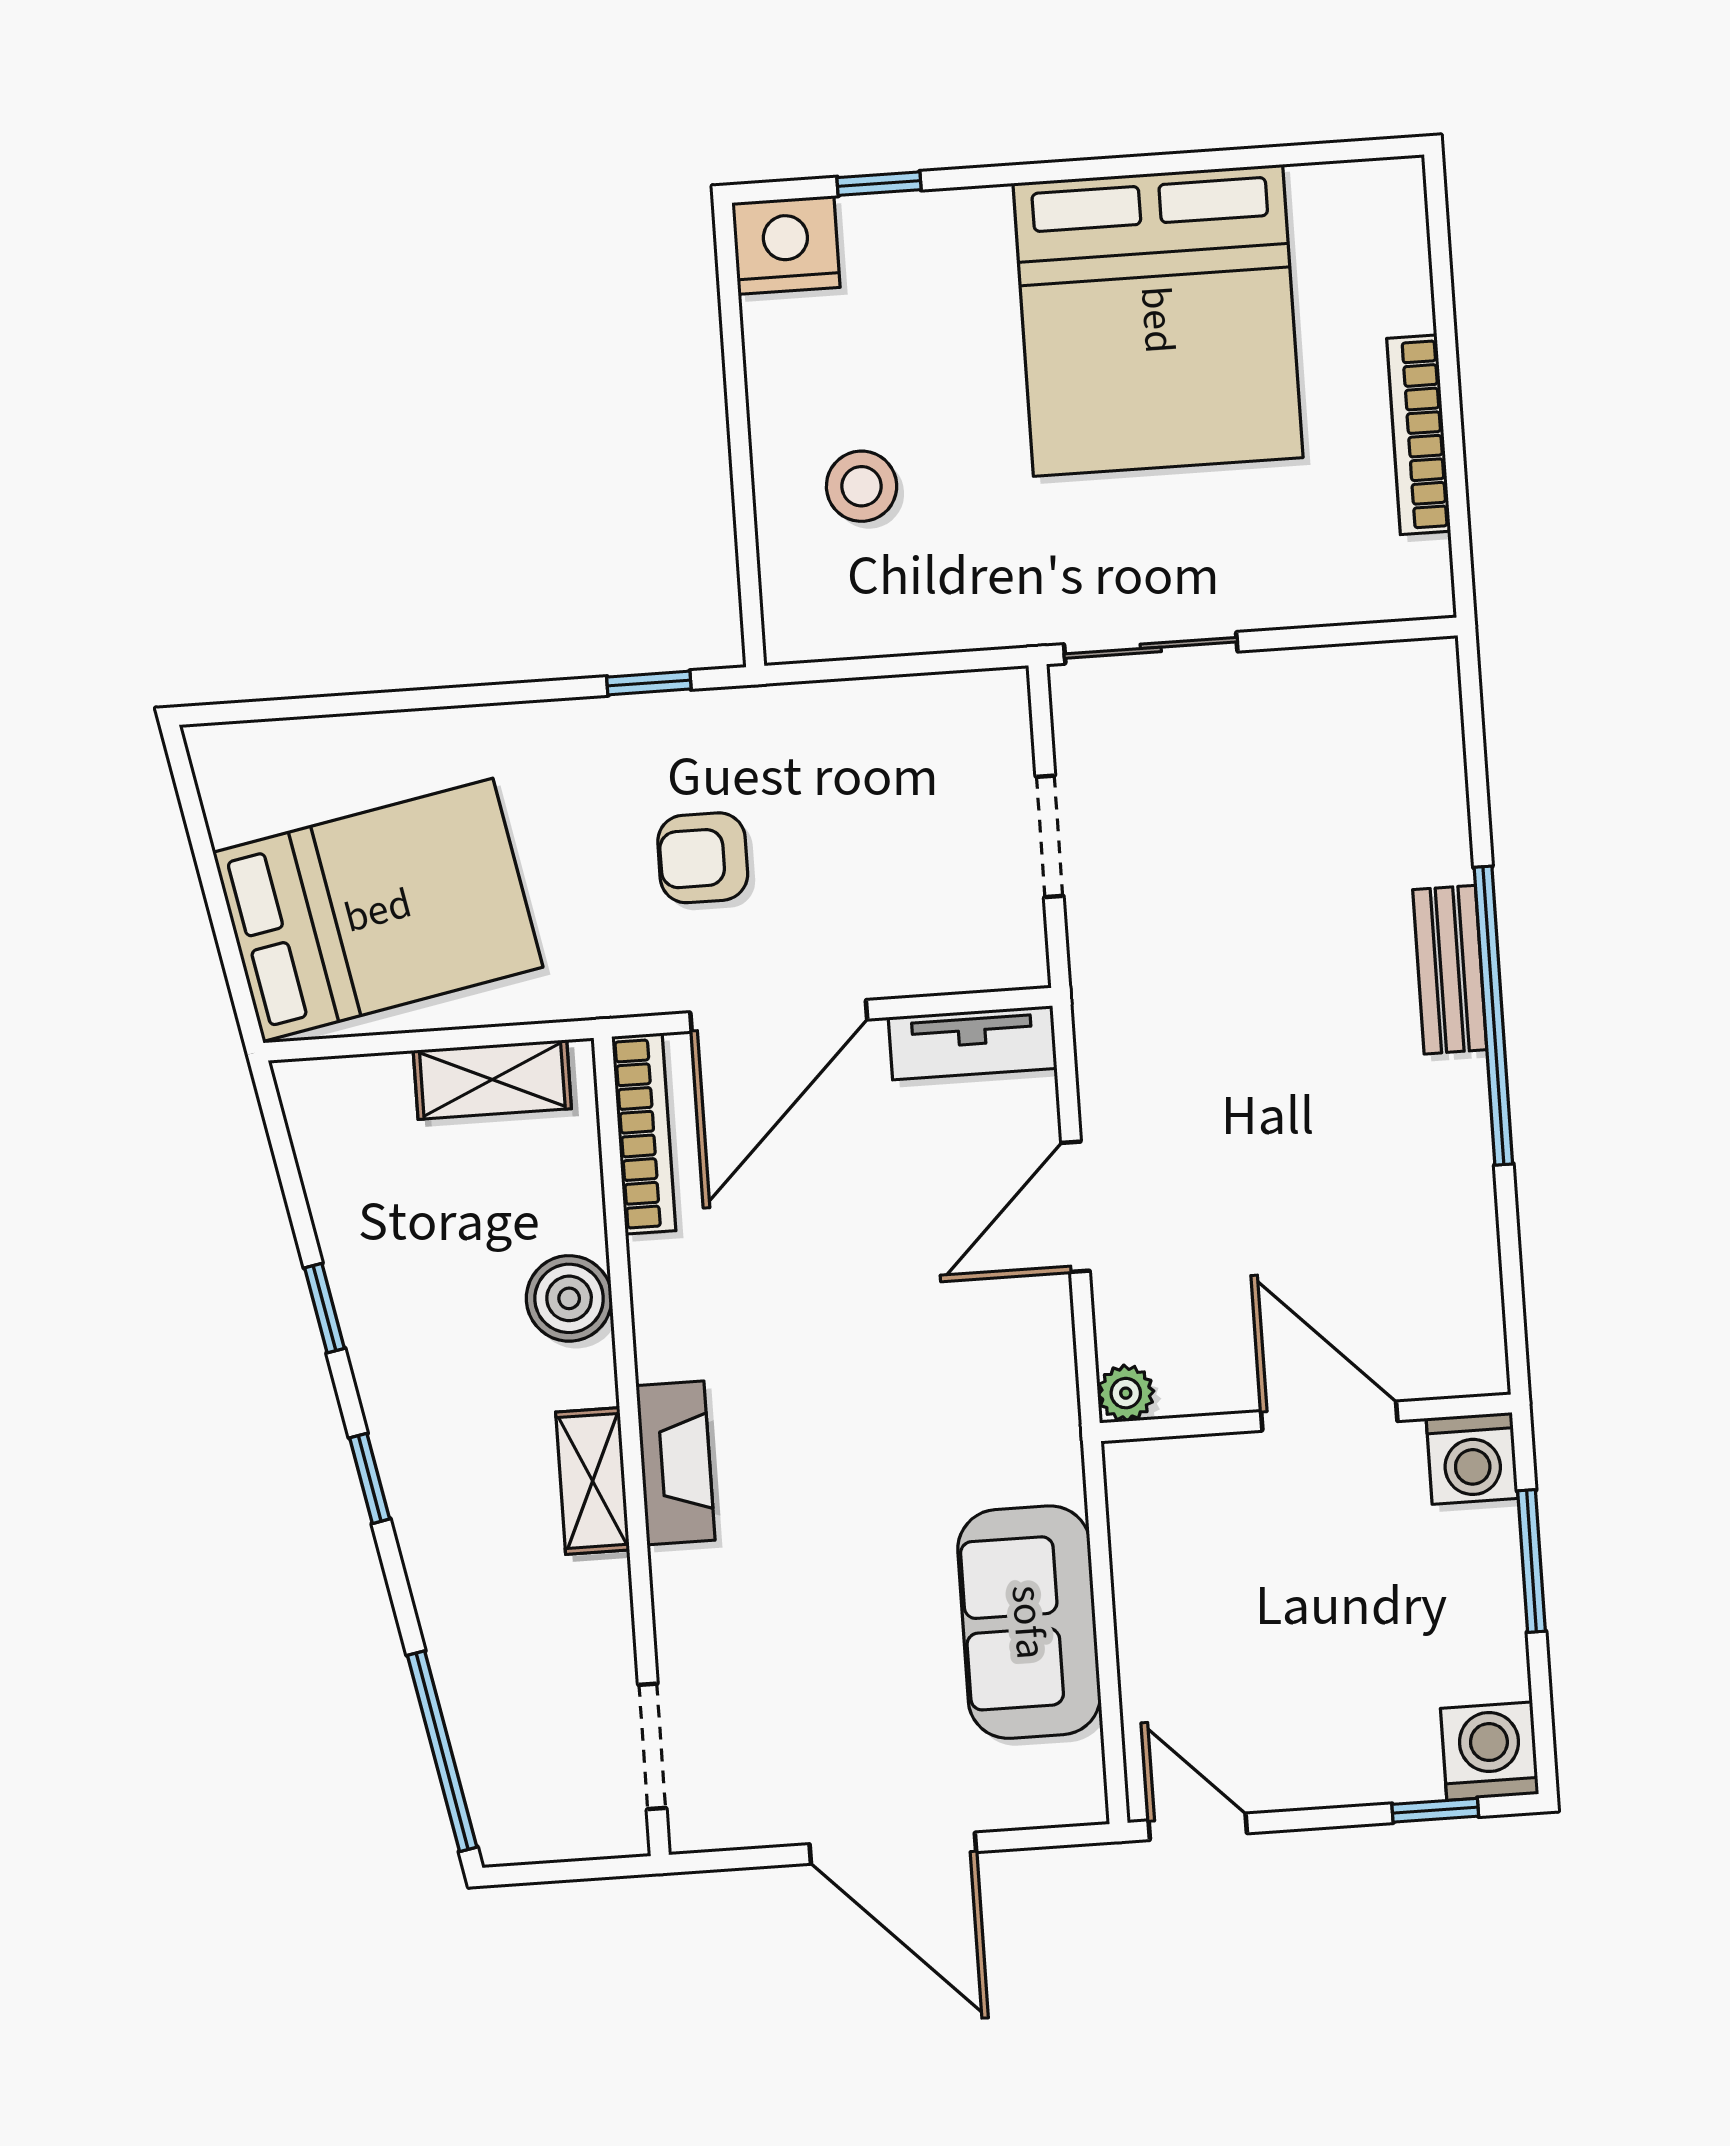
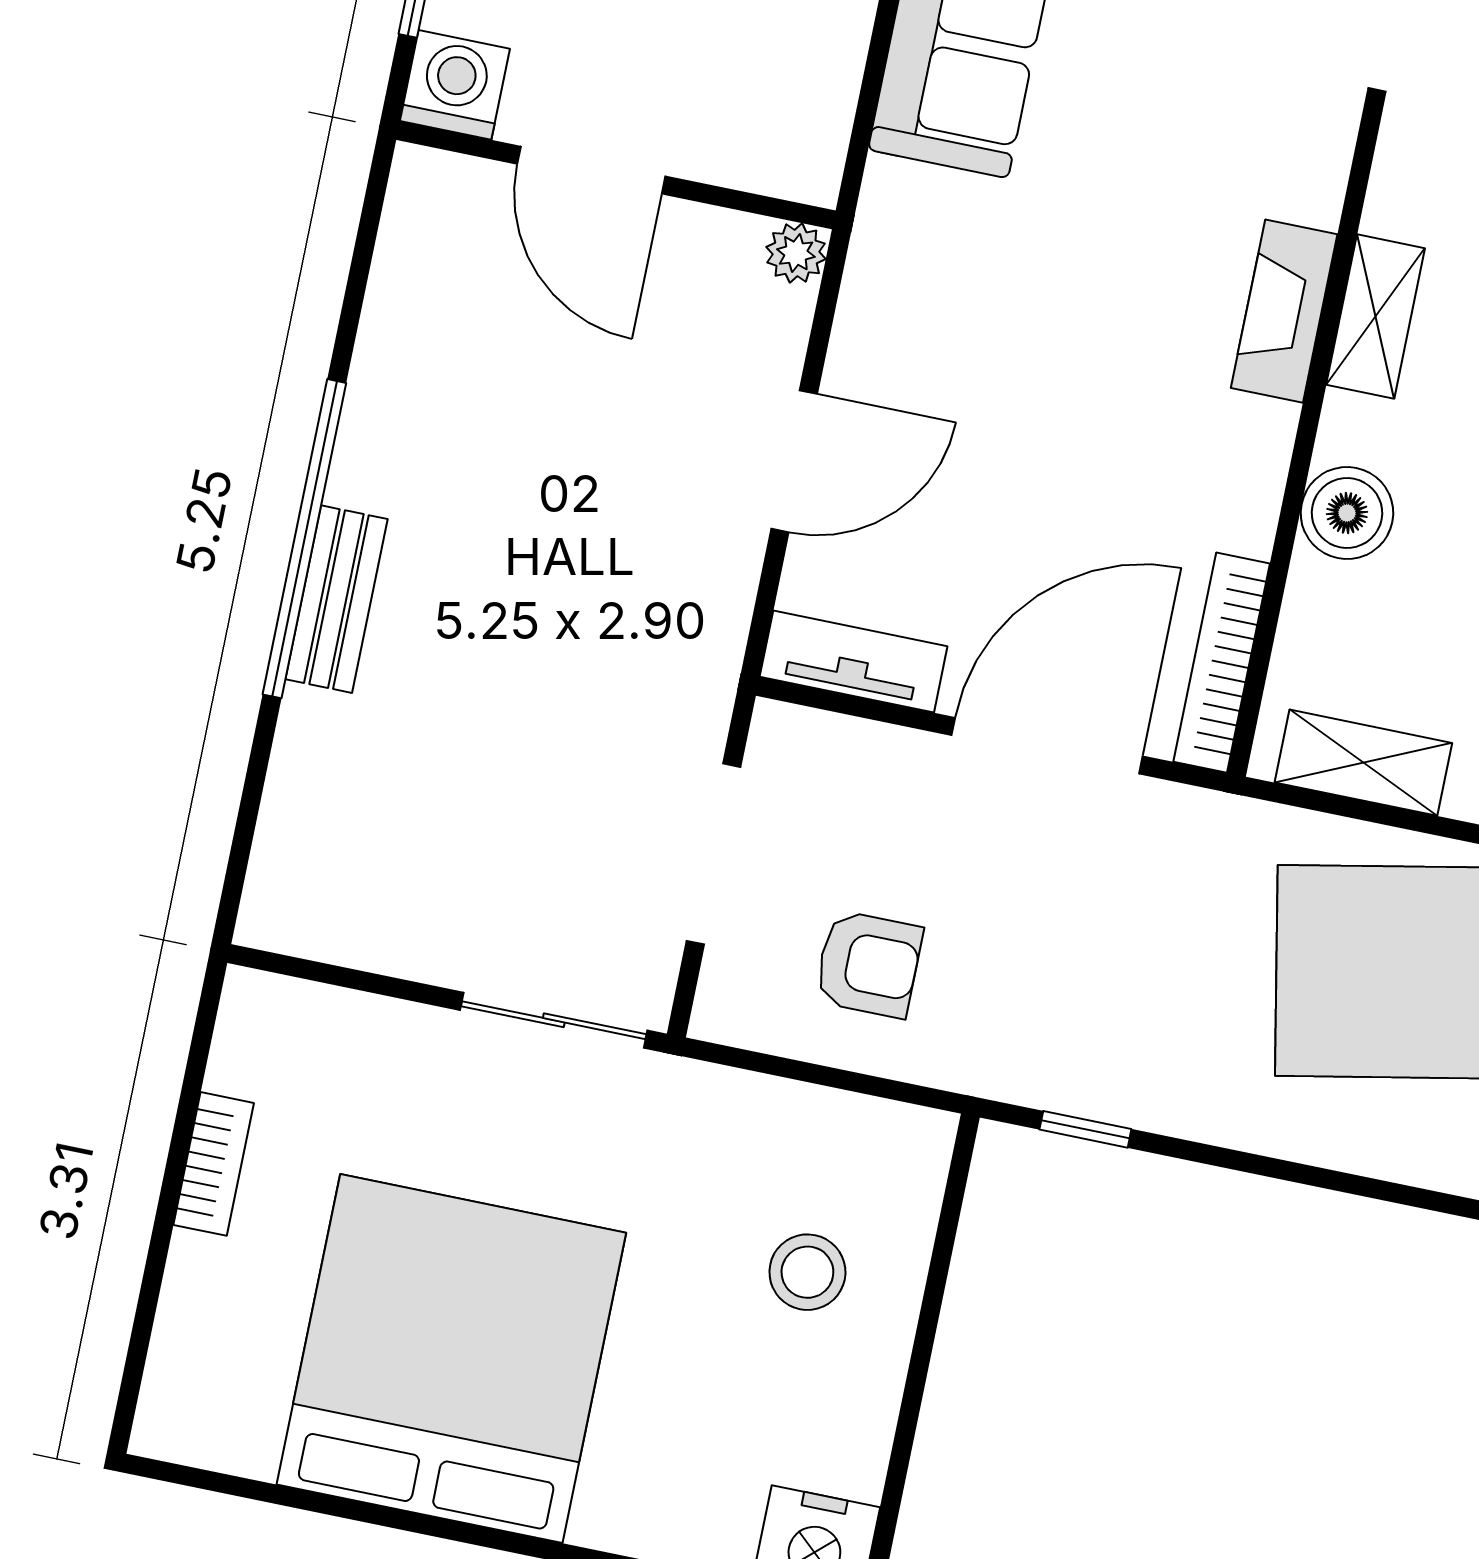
bookcase: (1419, 435) -> (214, 1164), width x0.64
doorway: (1050, 836) -> (714, 854), width x1.38
armchair: (703, 858) -> (868, 964), moved

